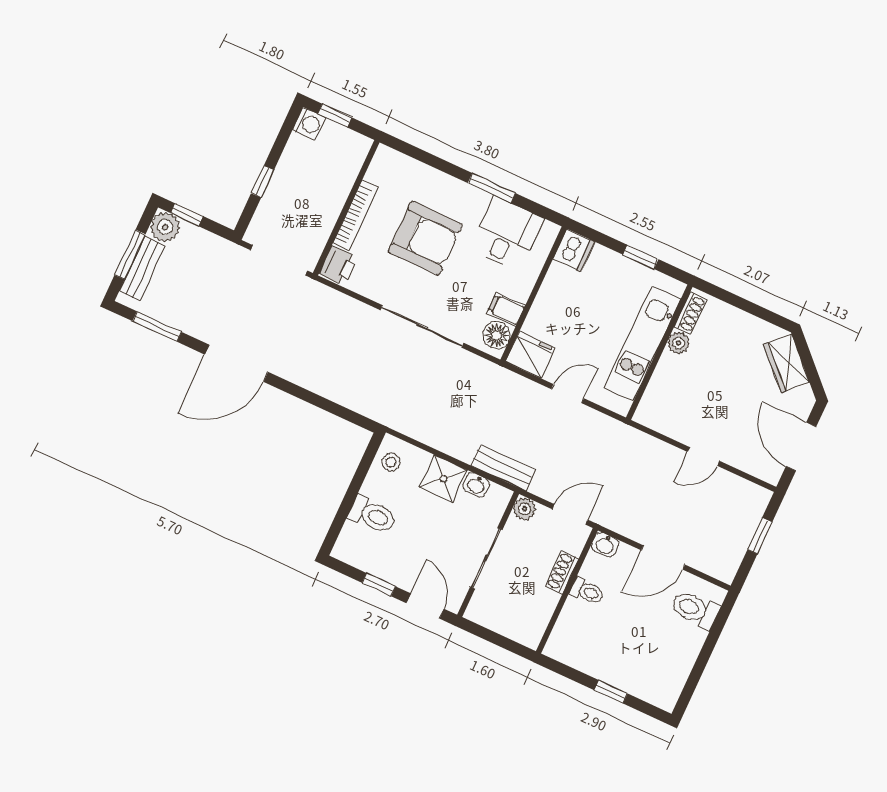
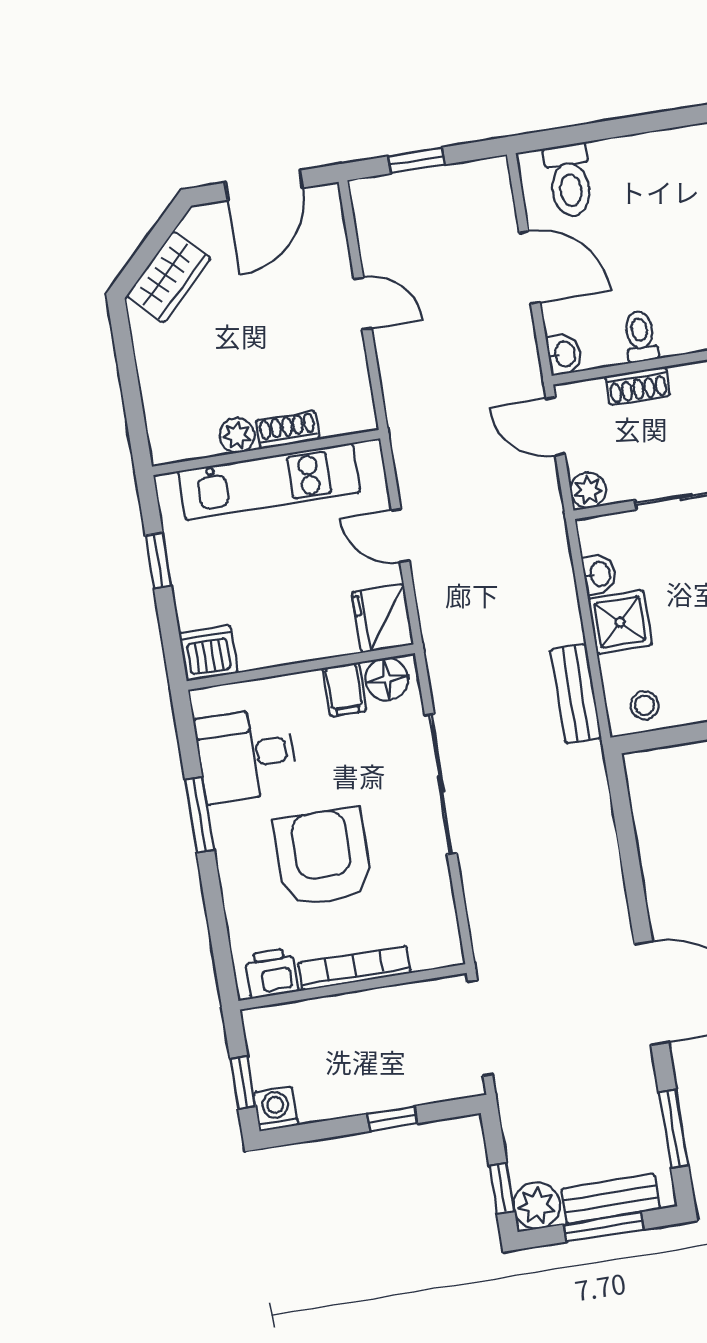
printer: (338, 265) -> (271, 973), moved
shoe rack: (691, 313) -> (288, 430), moved
bench: (503, 468) -> (576, 694), moved

